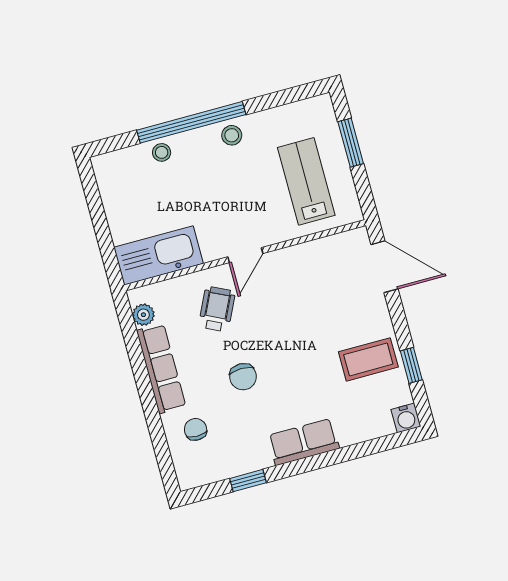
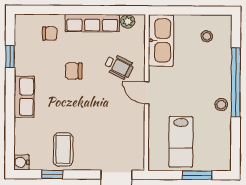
stool: (162, 152) -> (207, 36), moved
lab bench: (306, 181) -> (181, 142), turned 90

